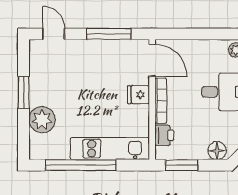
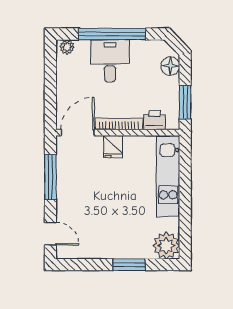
door: (54, 34) -> (50, 234), swing flipped
window: (24, 92) -> (129, 265), moved
plant: (42, 120) -> (166, 246), moved
window: (81, 165) -> (185, 206), removed

